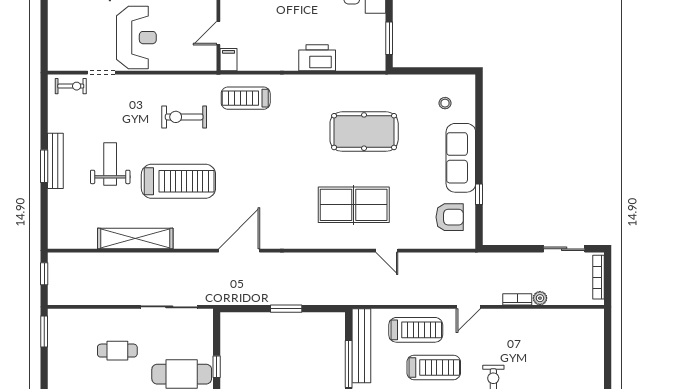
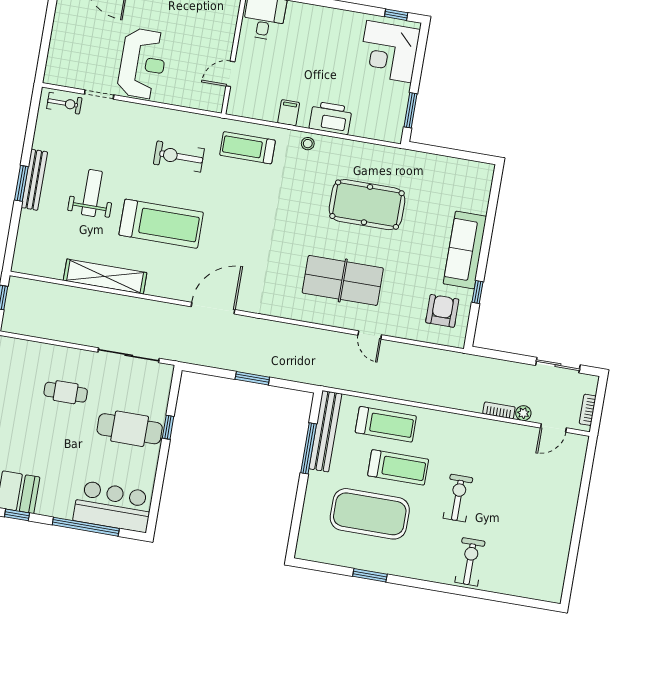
filing cabinet: (229, 60) -> (289, 113), moved
stool: (445, 103) -> (308, 144), moved
armchair: (450, 217) -> (442, 311), turned -90
bookcase: (598, 277) -> (588, 410), width x0.64
door: (468, 307) -> (553, 428), moved

